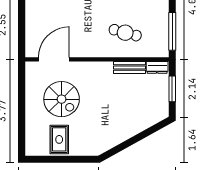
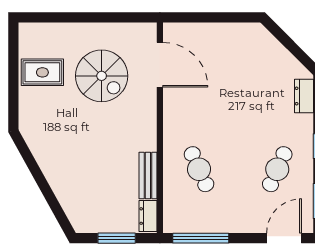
cafe table: (125, 33) -> (199, 169), turned -39
spiral stairs: (62, 99) -> (102, 76), turned -90

